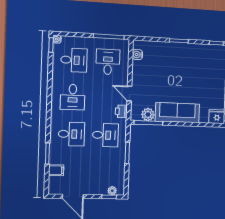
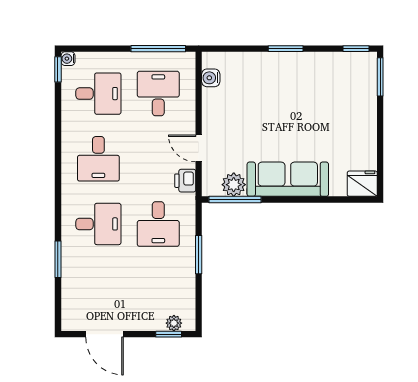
desk: (105, 135) -> (158, 224), turned 90
filing cabinet: (56, 170) -> (74, 289), removed

